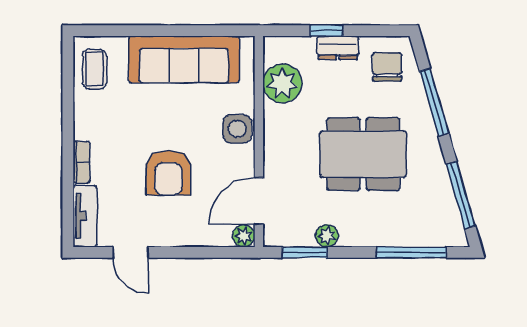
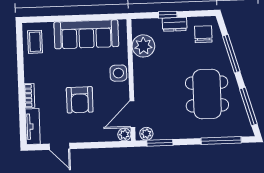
dining table: (363, 154) -> (207, 94), moved, turned 90
plant: (327, 236) -> (146, 134), moved

